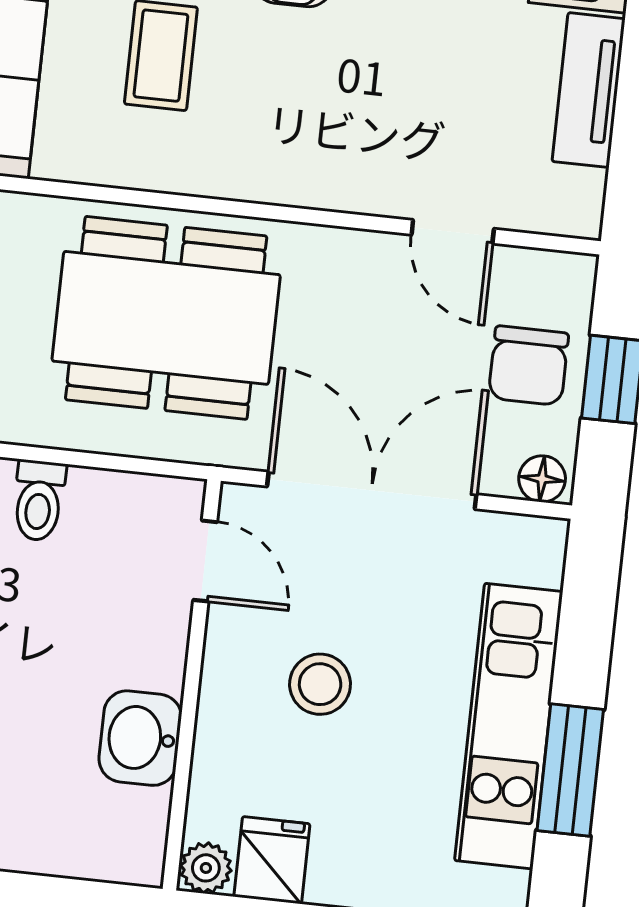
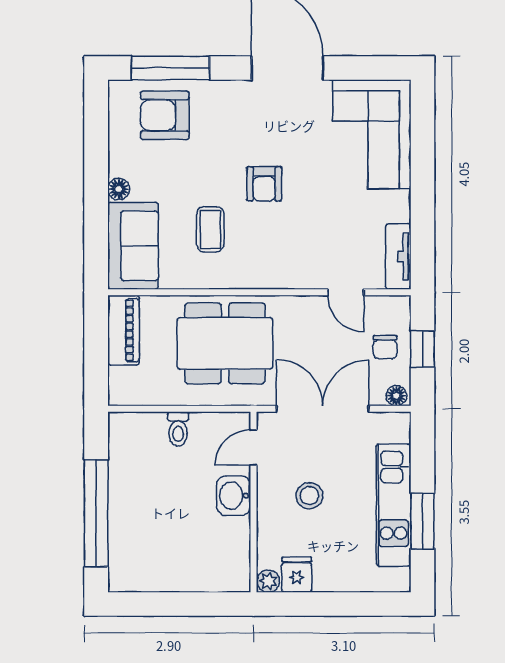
tv unit: (589, 90) -> (398, 257), moved
chair: (528, 366) -> (385, 347), width x0.73, depth x0.73
door: (205, 561) -> (253, 447), swing flipped
washbasin: (140, 738) -> (234, 496), moved

